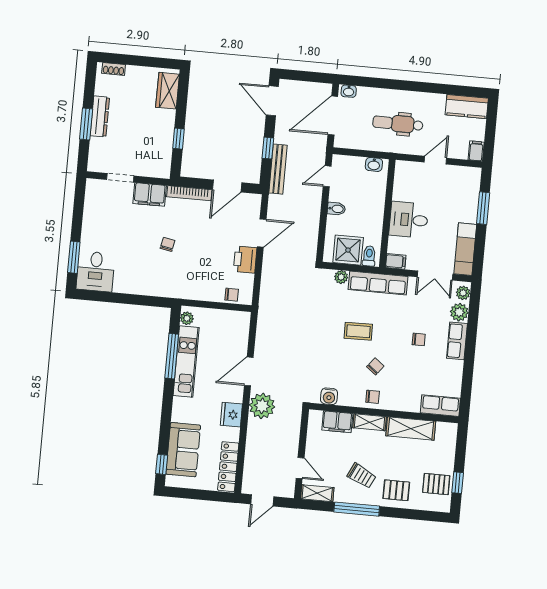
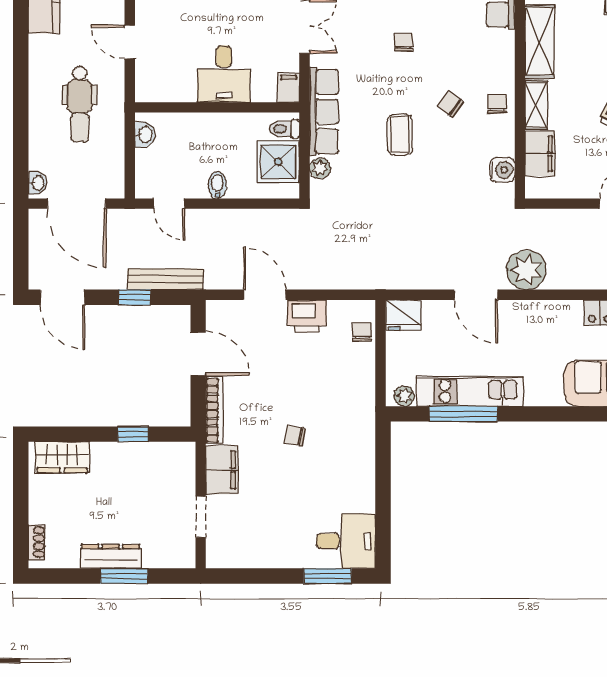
door: (272, 101) -> (63, 297), hinge flipped
fridge: (231, 415) -> (403, 315), moved

